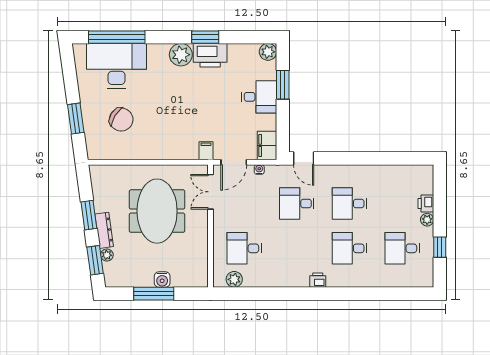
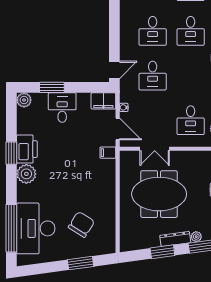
double door: (210, 192) -> (155, 149), moved

